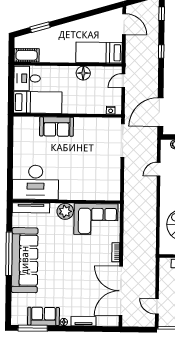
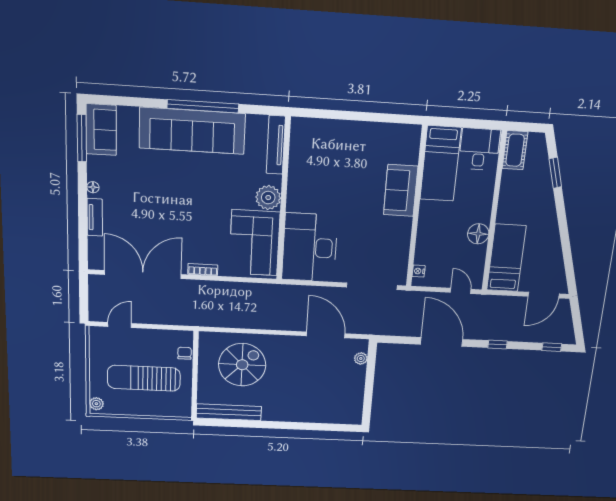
door: (160, 112) -> (442, 342), moved
door: (159, 169) -> (326, 335), width x1.87
desk: (36, 182) -> (310, 248), moved
sofa: (43, 316) -> (101, 130), moved

